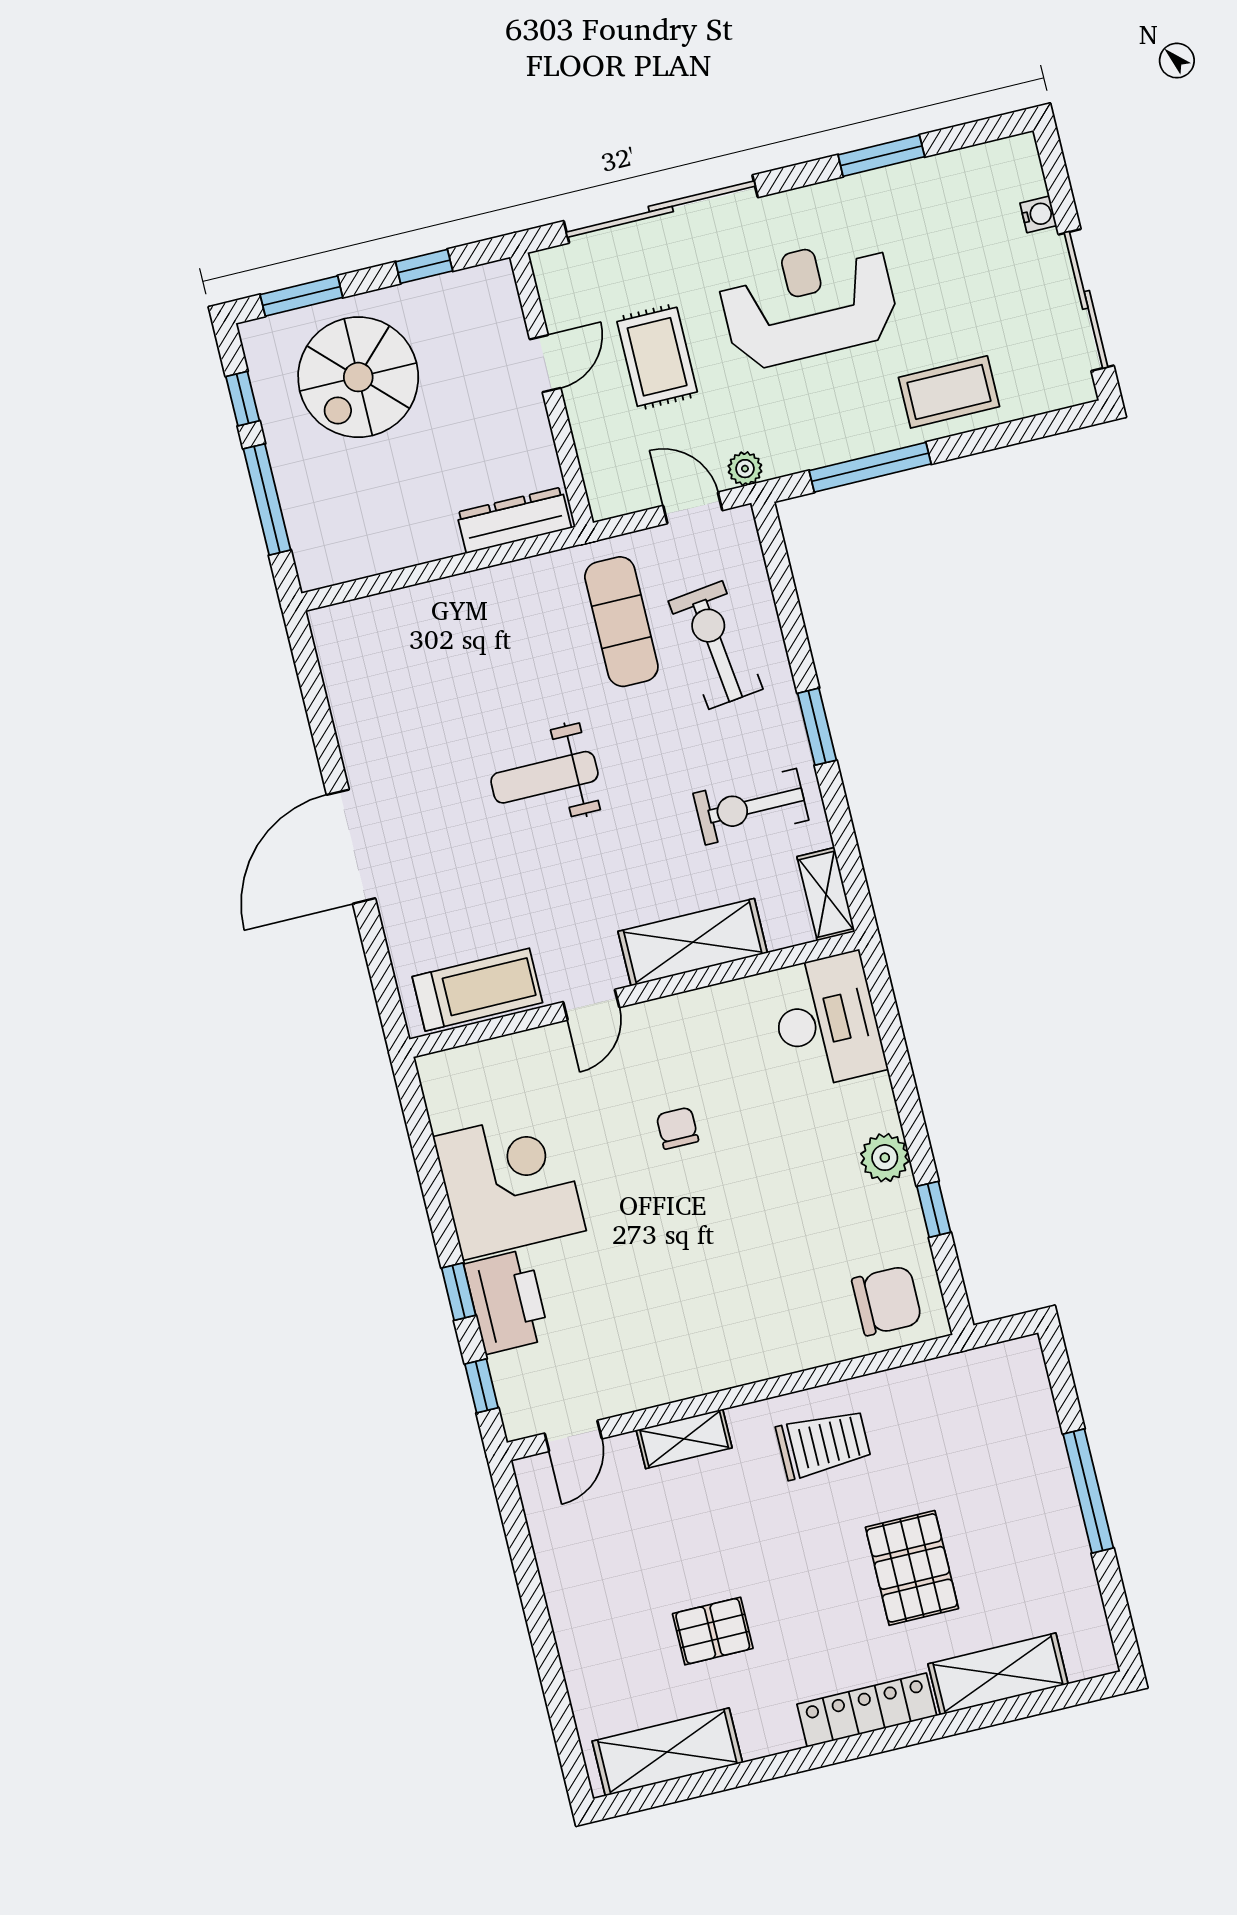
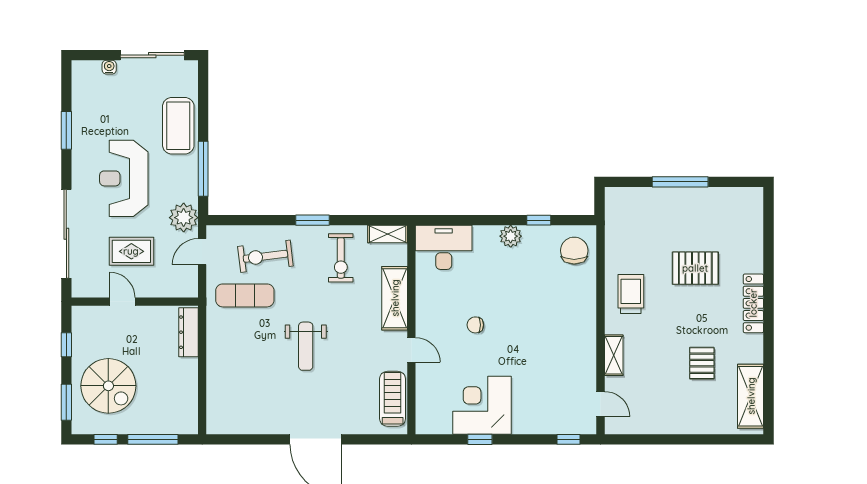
coffee table: (949, 392) -> (178, 126), width x1.36, depth x1.32
plant: (745, 469) -> (184, 218), width x1.87, depth x1.87
window: (459, 1292) -> (480, 439), moved
printer: (507, 1302) -> (534, 419), removed
shelving: (998, 1674) -> (751, 241), removed

